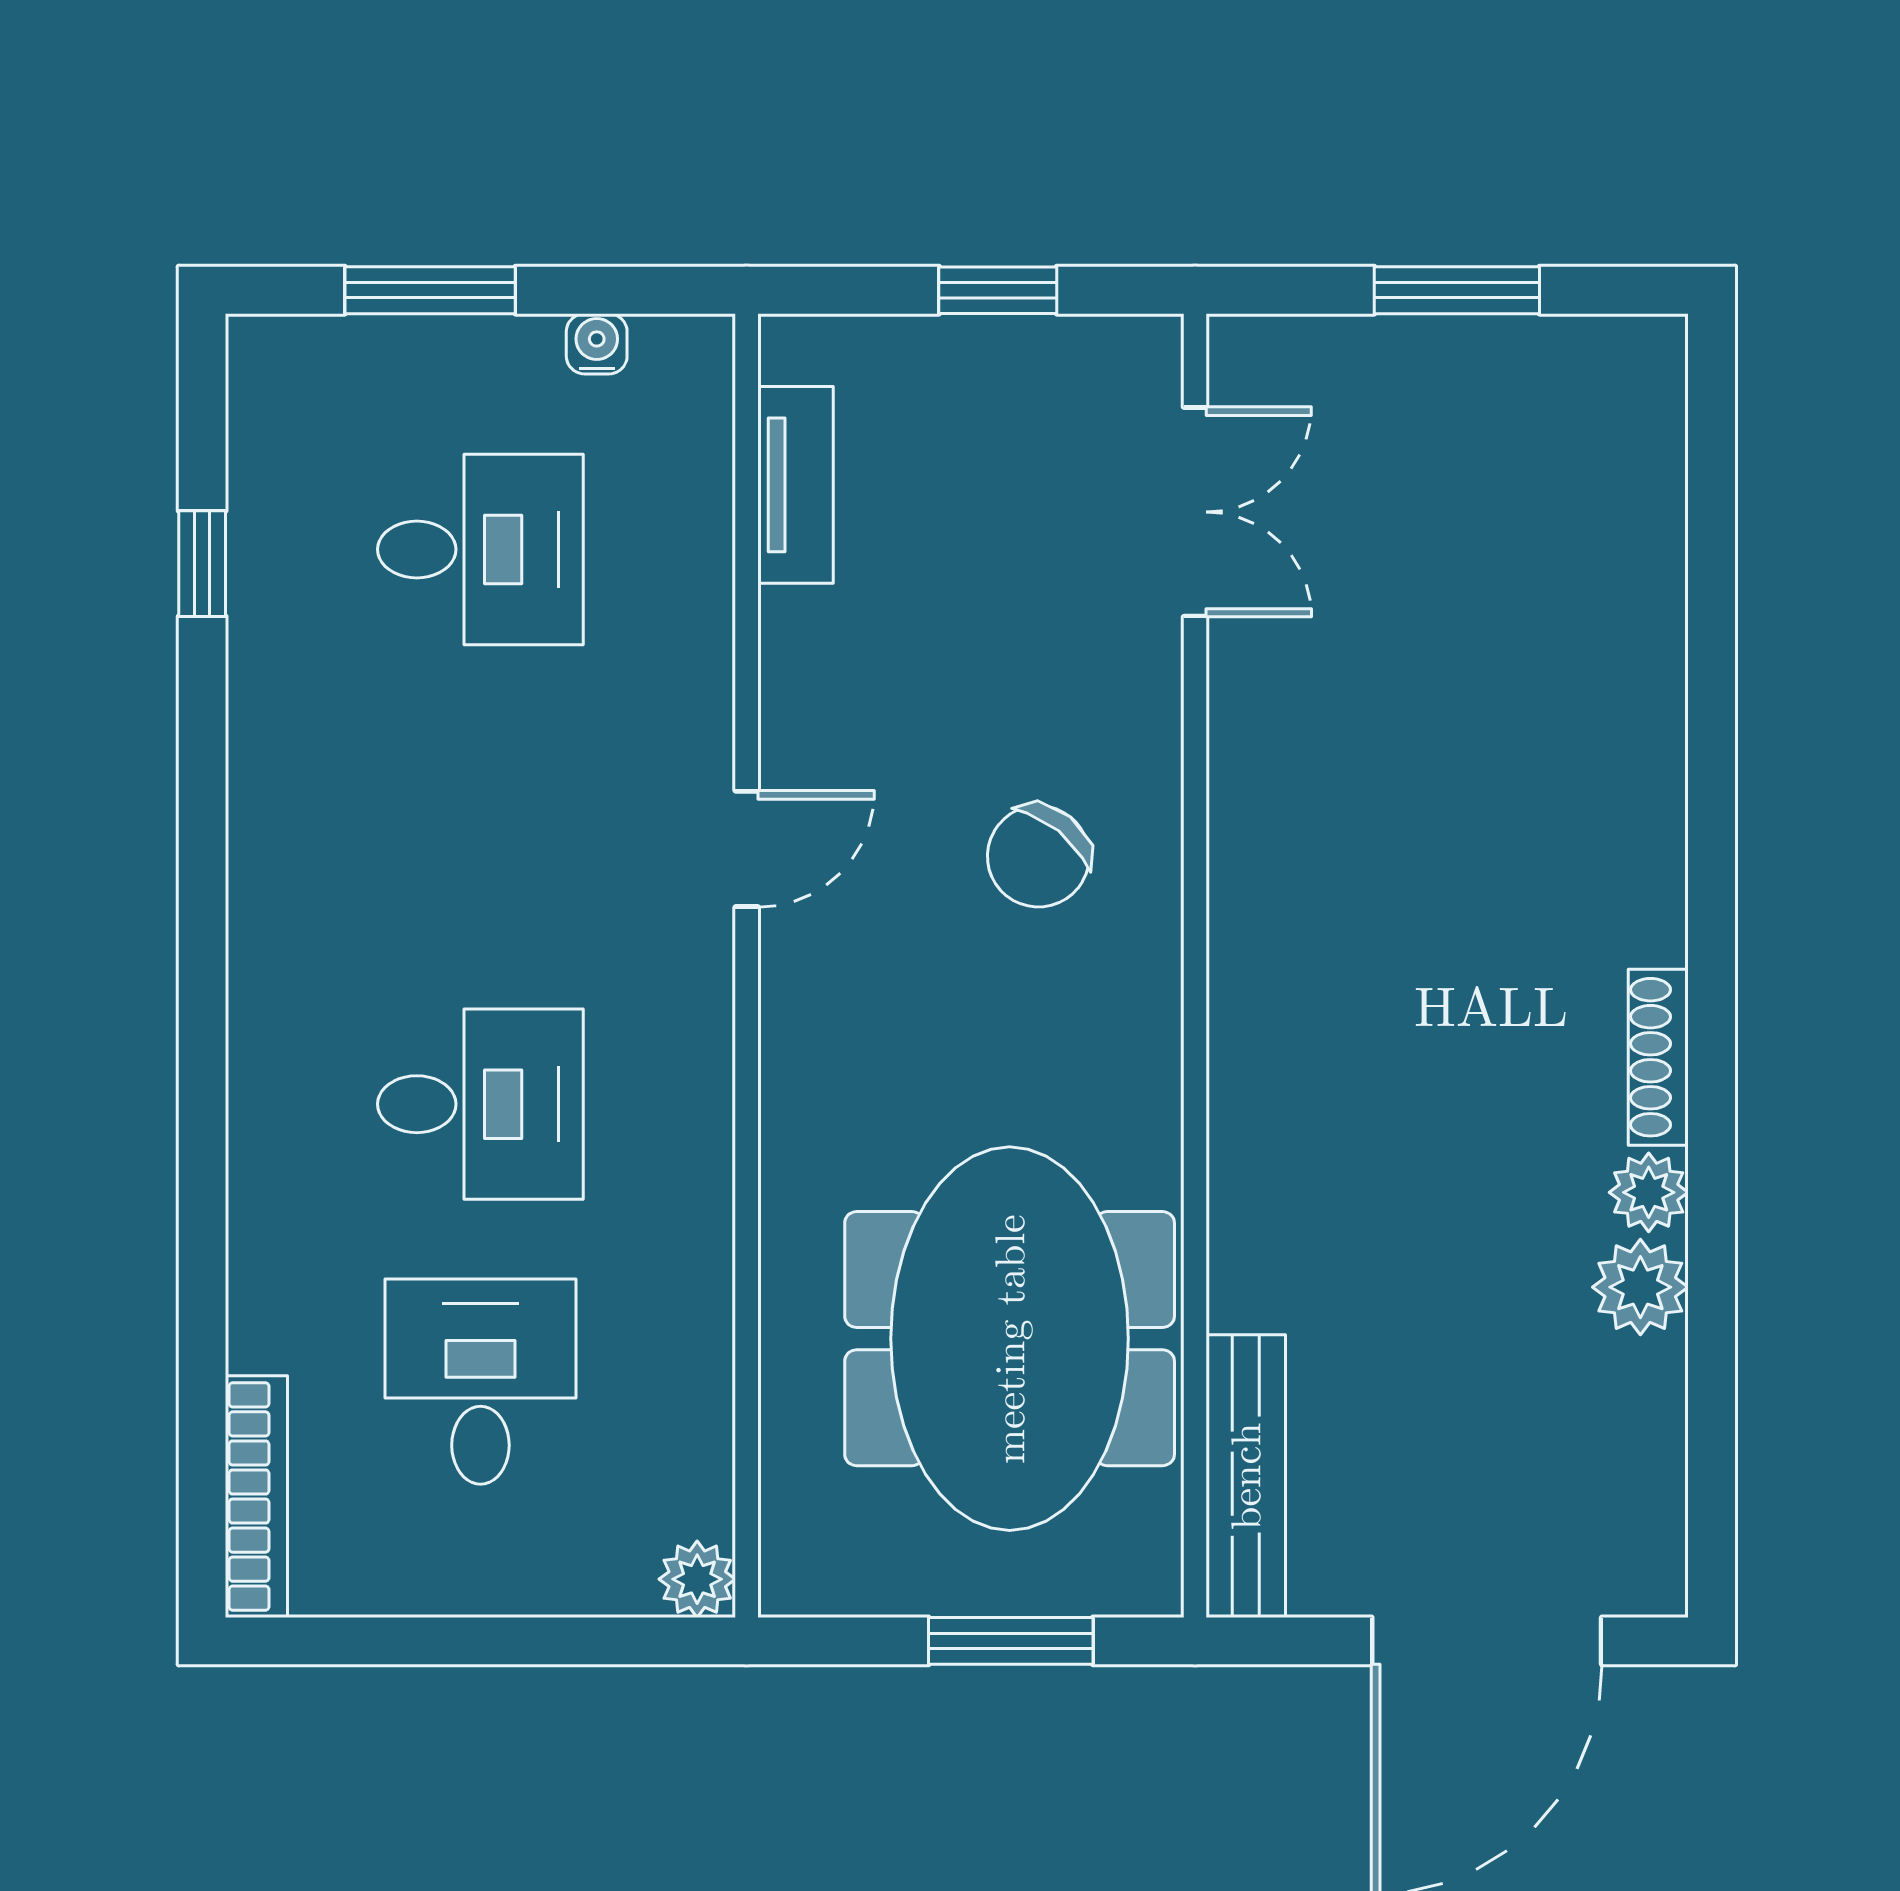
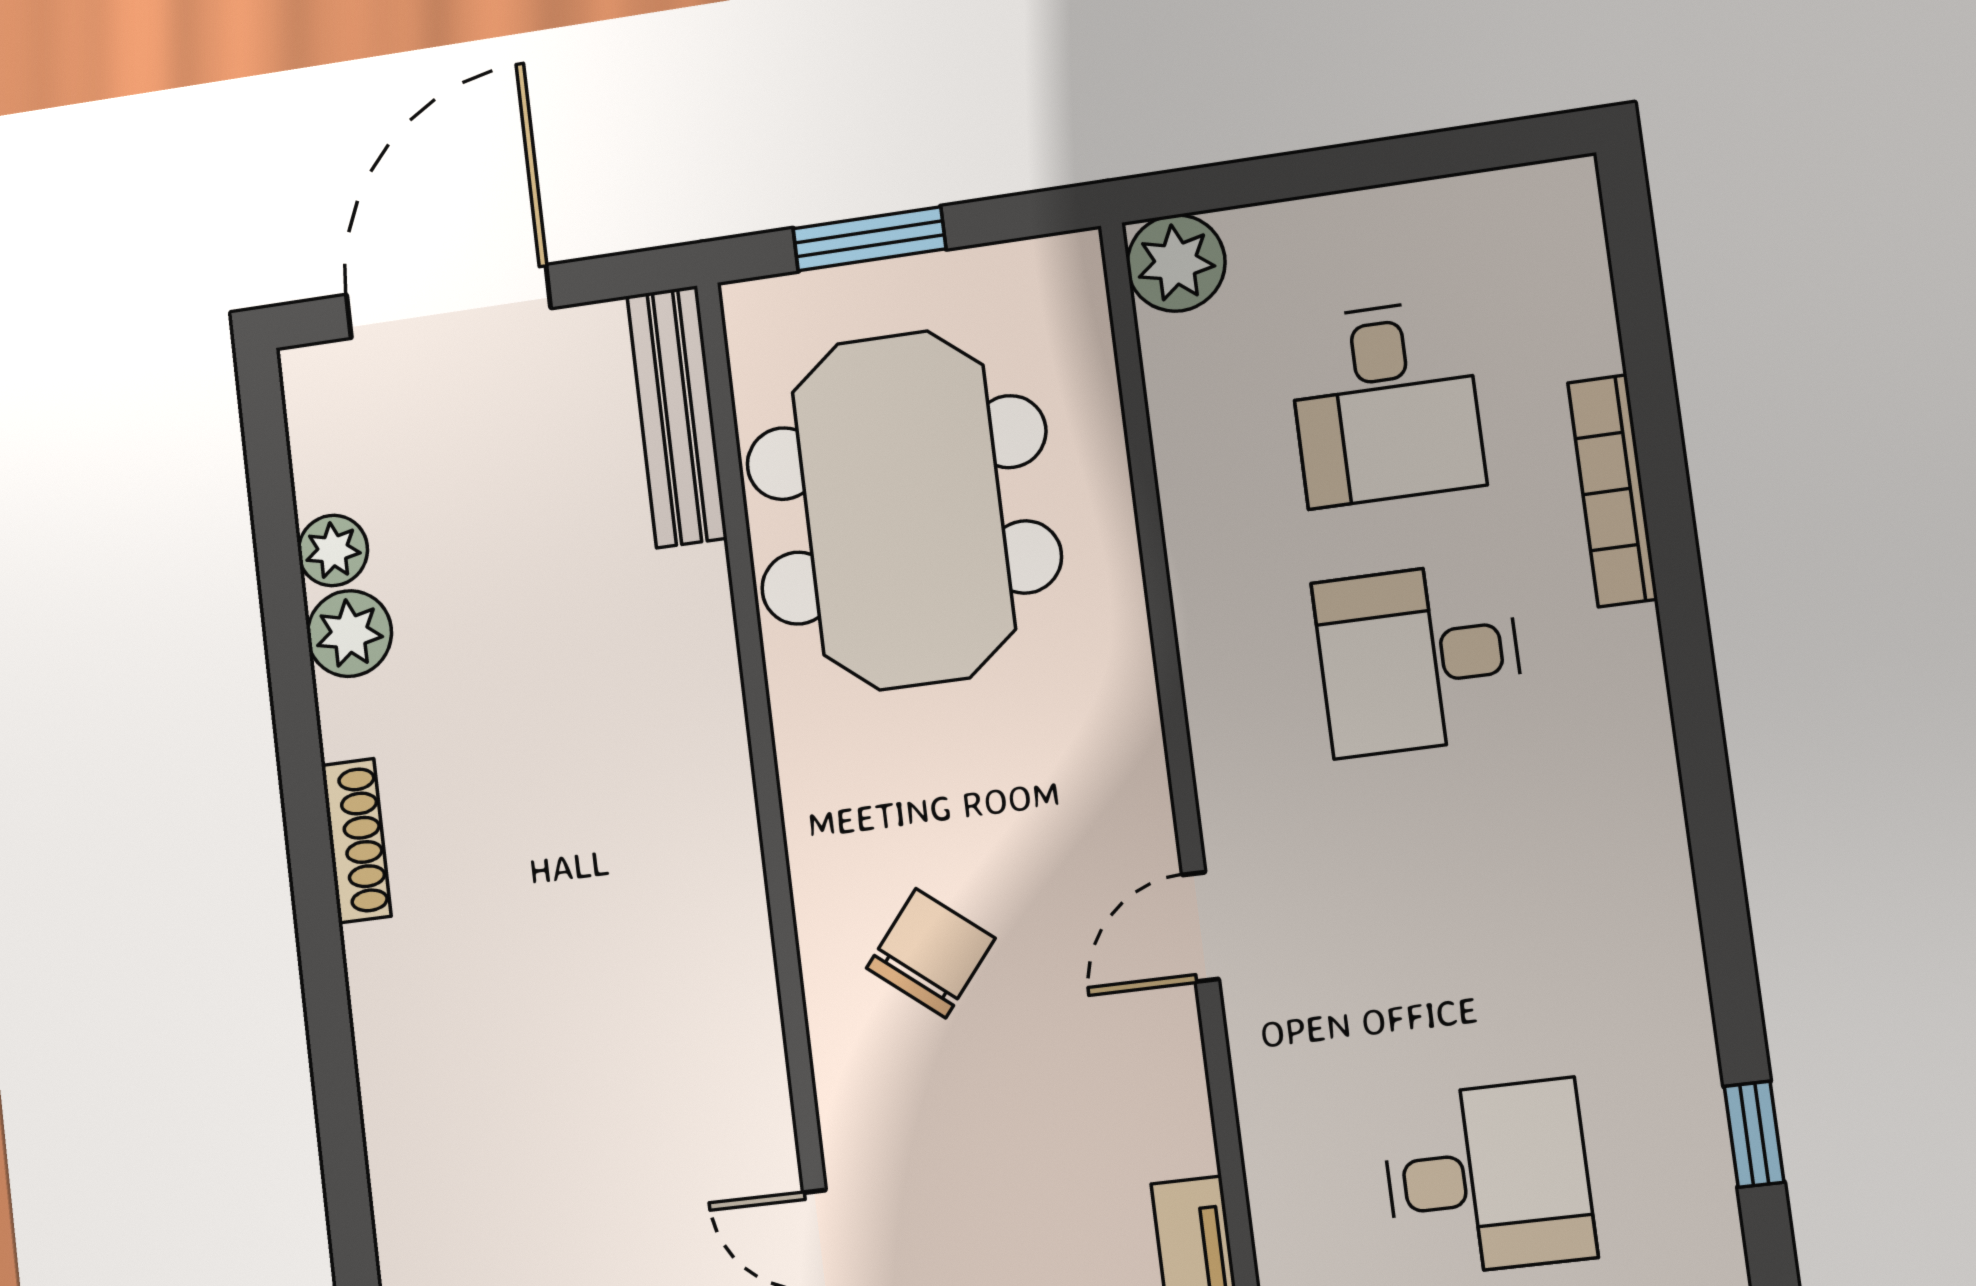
desk: (480, 549) -> (1488, 1178), turned 180
plant: (1649, 1192) -> (333, 550), moved
bookcase: (256, 1497) -> (1613, 491), moved
plant: (697, 1579) -> (1176, 263), width x1.38, depth x1.38

